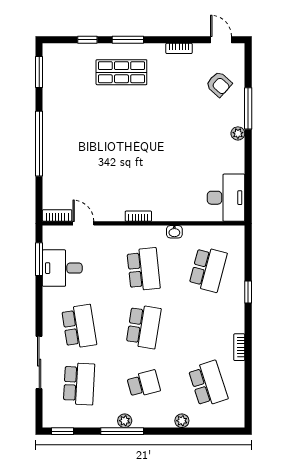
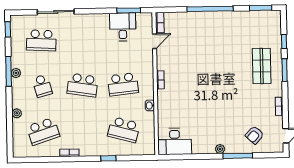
school desk: (79, 327) -> (82, 40), removed

